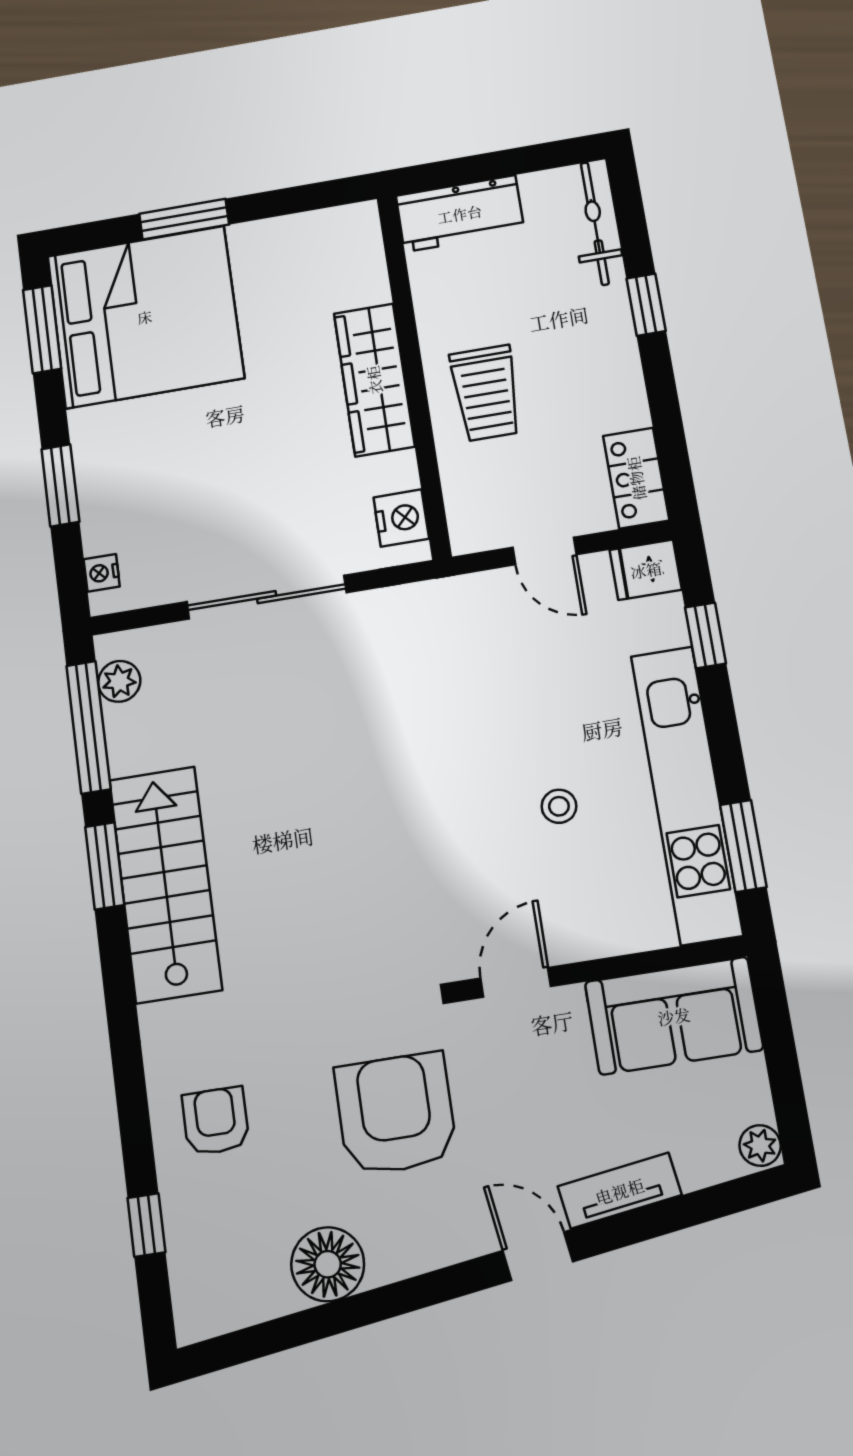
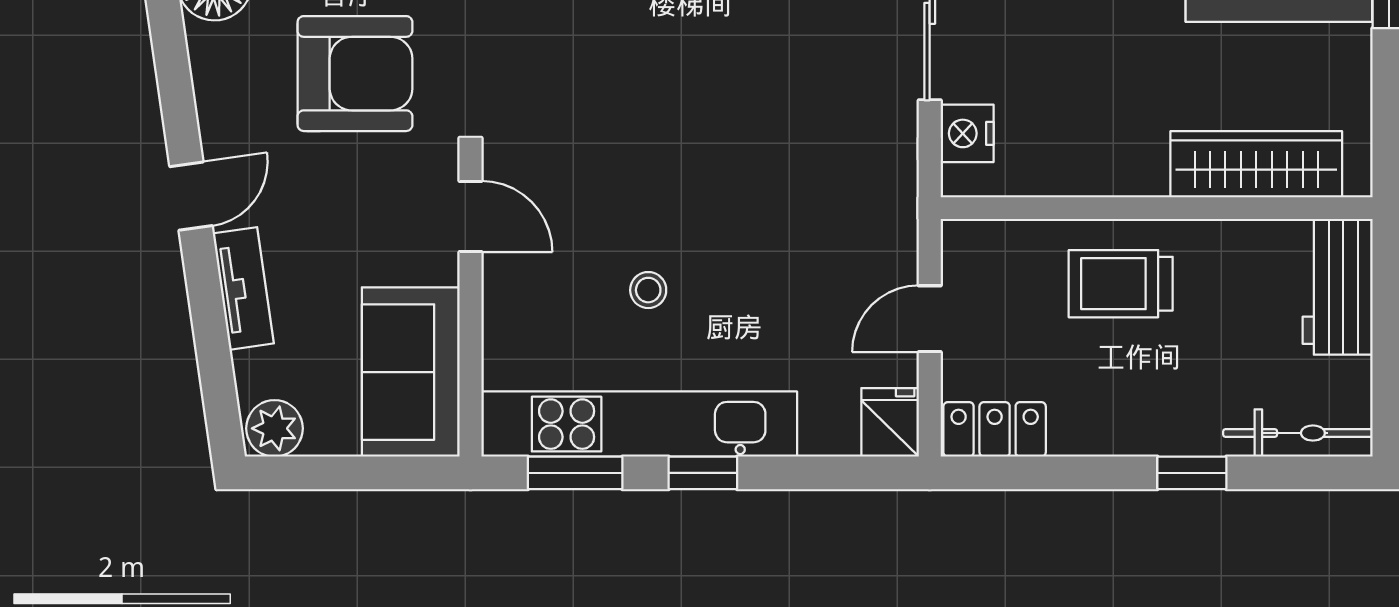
wardrobe: (374, 380) -> (1256, 164), moved
nightstand: (401, 518) -> (967, 133), moved, turned 90
window: (705, 635) -> (703, 473), moved
plant: (760, 1146) -> (274, 428), width x1.38, depth x1.38

